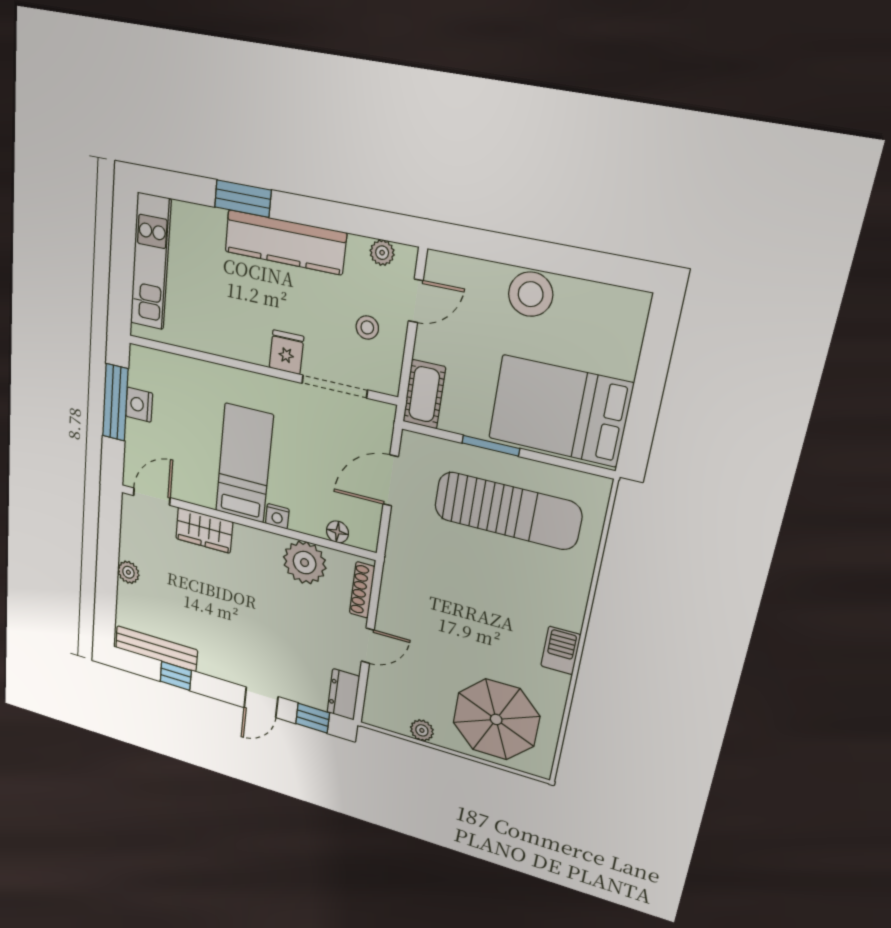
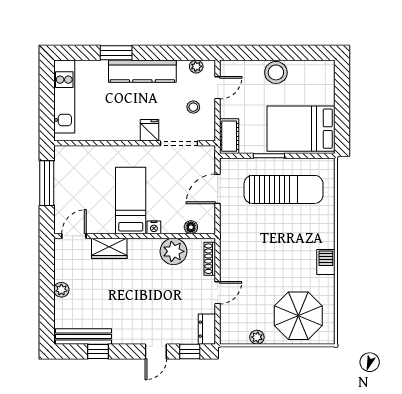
nightstand: (139, 405) -> (62, 181), removed

